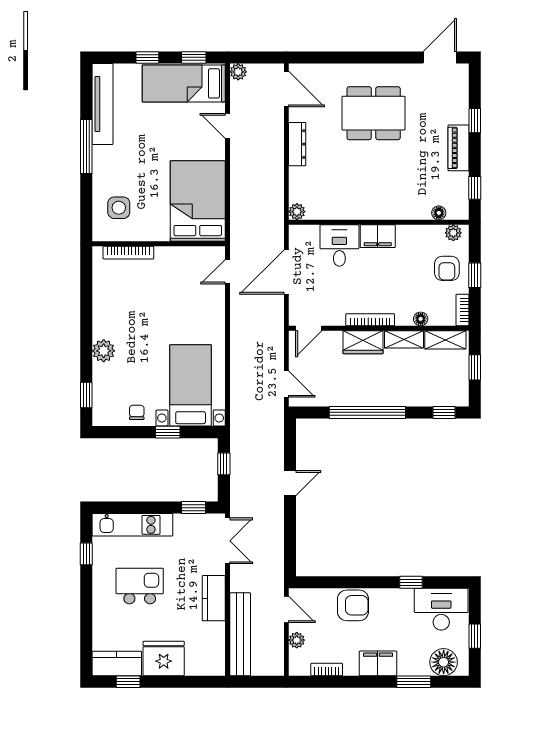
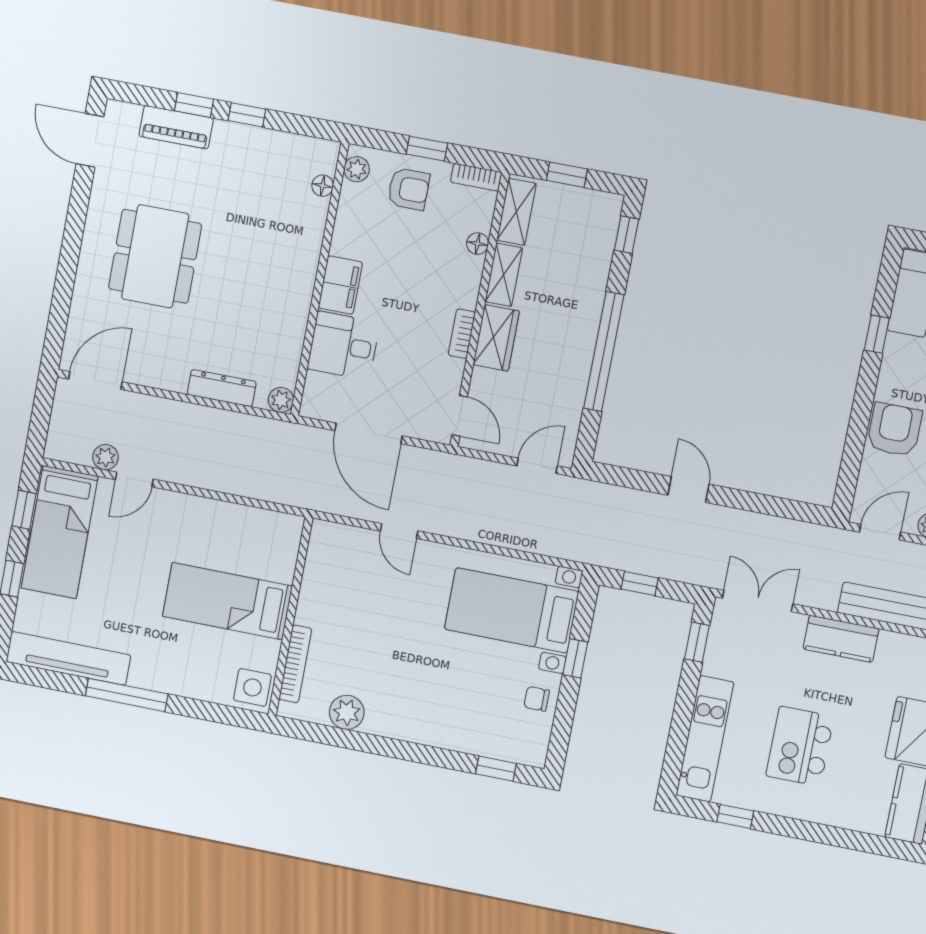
plant: (238, 72) -> (105, 457), moved
dresser: (297, 144) -> (222, 388), moved
piano: (458, 148) -> (176, 127), moved
window: (475, 188) -> (247, 115), moved
bed: (198, 201) -> (227, 601), moved, width x0.67
side table: (119, 208) -> (252, 687), moved
door: (227, 272) -> (399, 531), moved
bookcase: (370, 320) -> (462, 334), width x0.64
plant: (104, 351) -> (347, 712), moved

